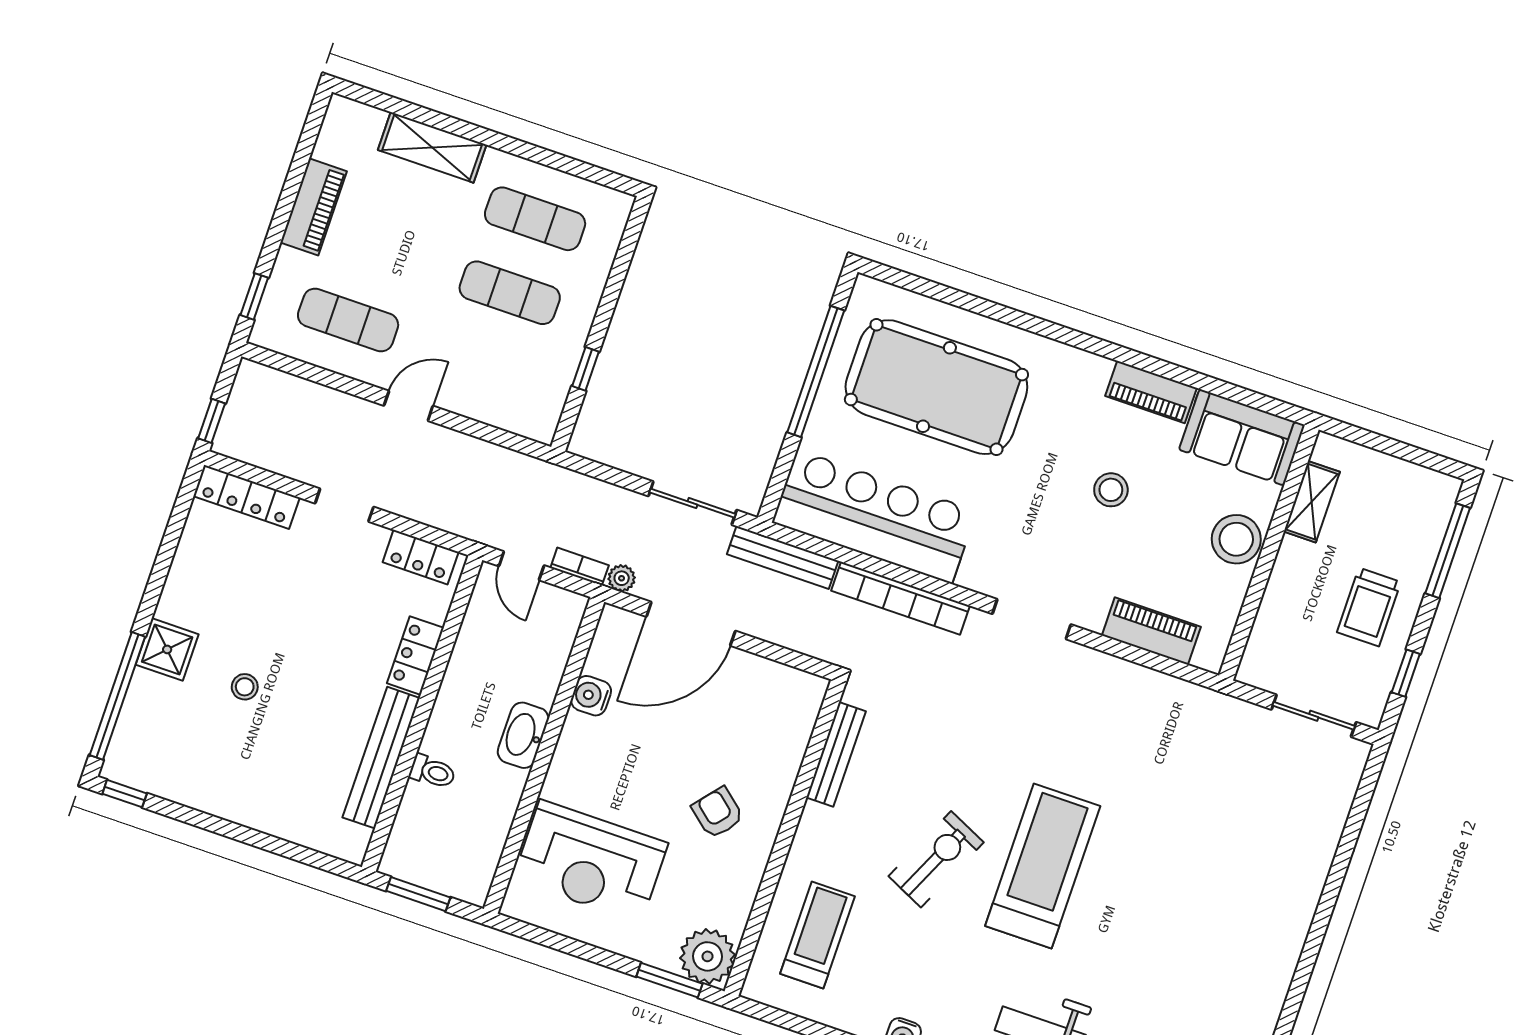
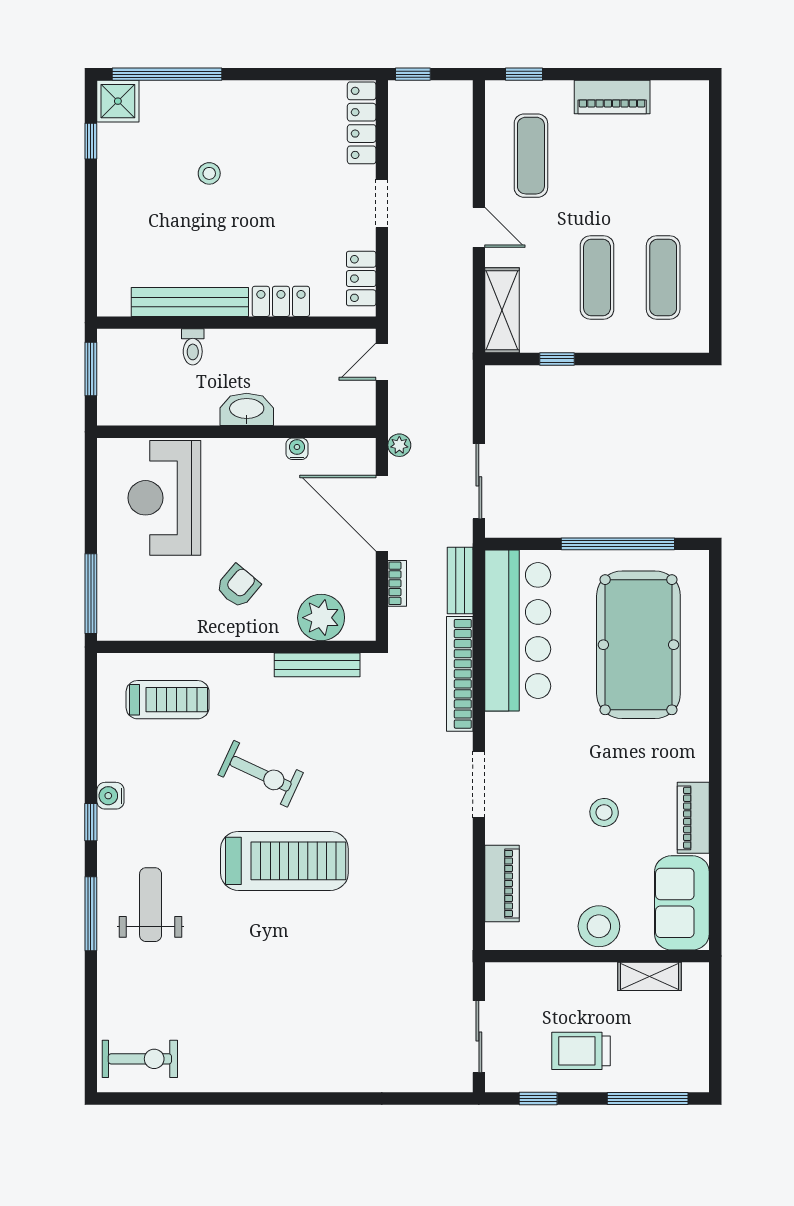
shelving: (432, 147) -> (502, 310), moved
bench: (783, 557) -> (460, 580), width x0.73
bookcase: (580, 567) -> (397, 583), moved
shower: (167, 649) -> (118, 101), moved
water cooler: (591, 696) -> (297, 449), width x0.72, depth x0.72
window: (125, 794) -> (91, 141), moved
plant: (708, 956) -> (321, 618), moved
window: (669, 980) -> (91, 594), width x1.44

